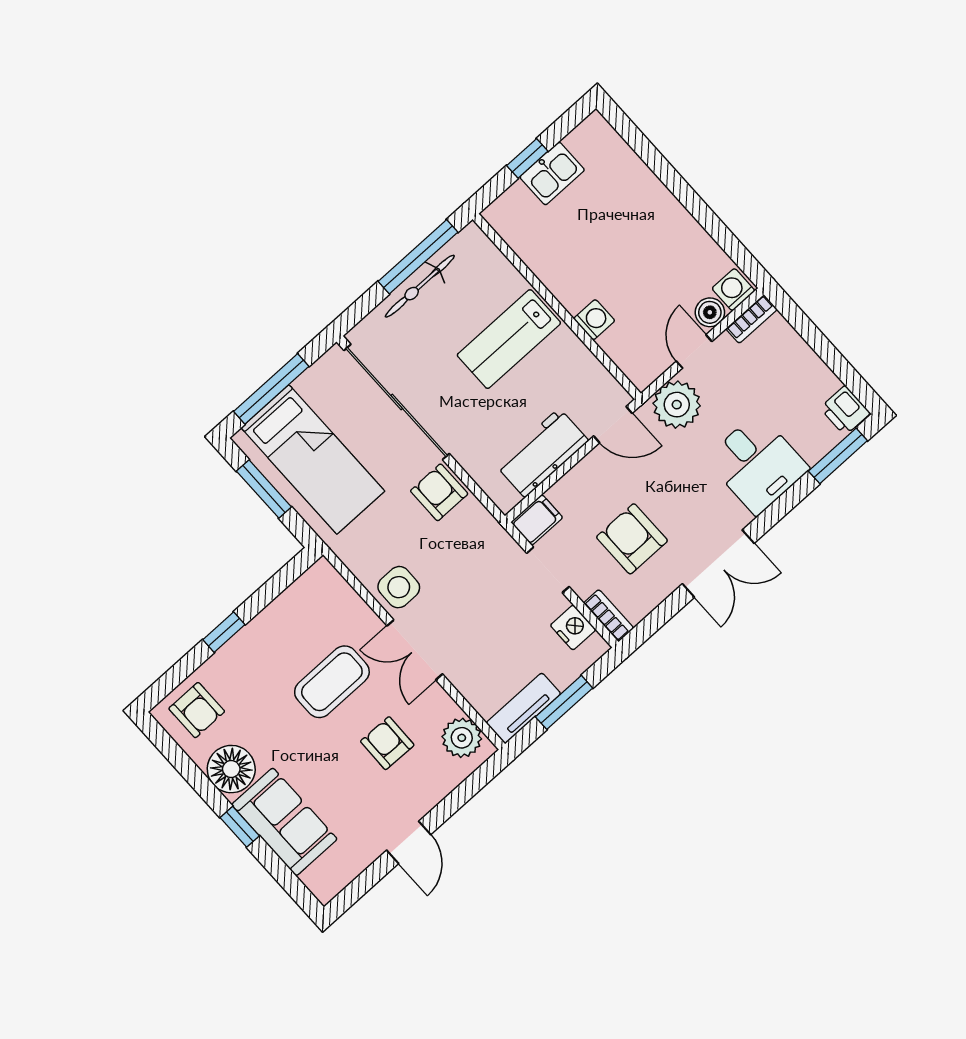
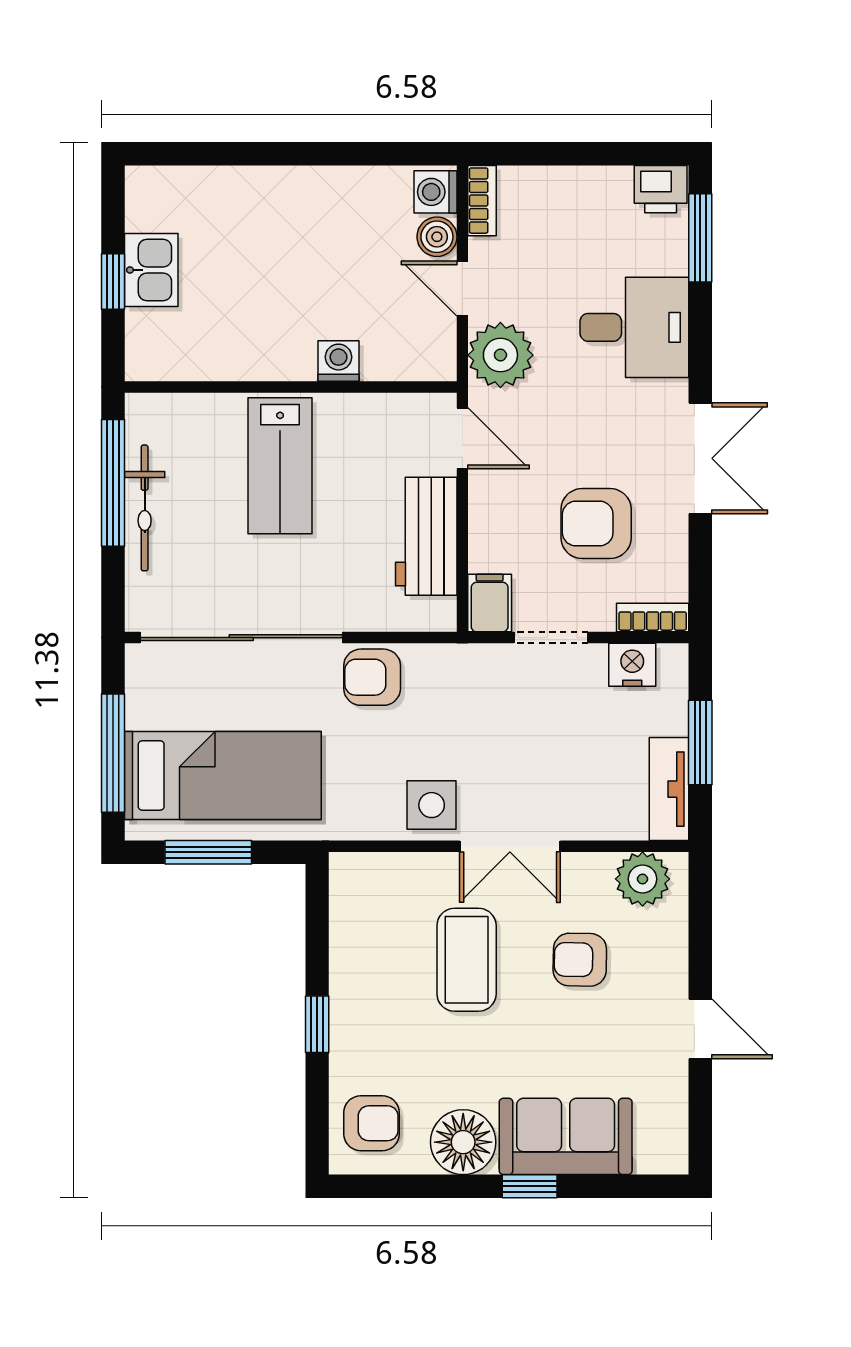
door: (613, 425) -> (462, 438), hinge flipped

